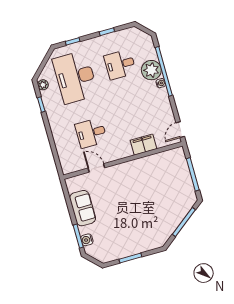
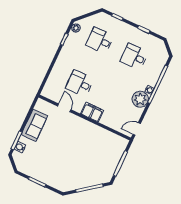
plant: (151, 70) -> (140, 99), moved
desk: (75, 77) -> (100, 41), width x0.53, depth x0.77
filing cabinet: (143, 145) -> (92, 112), moved

